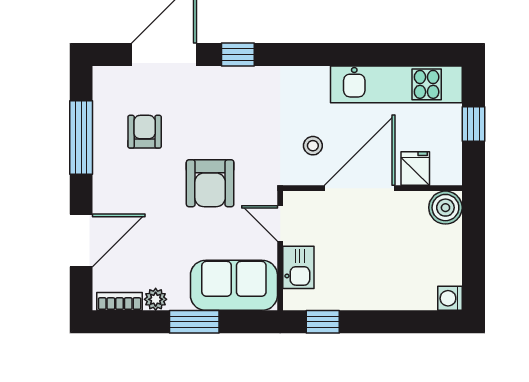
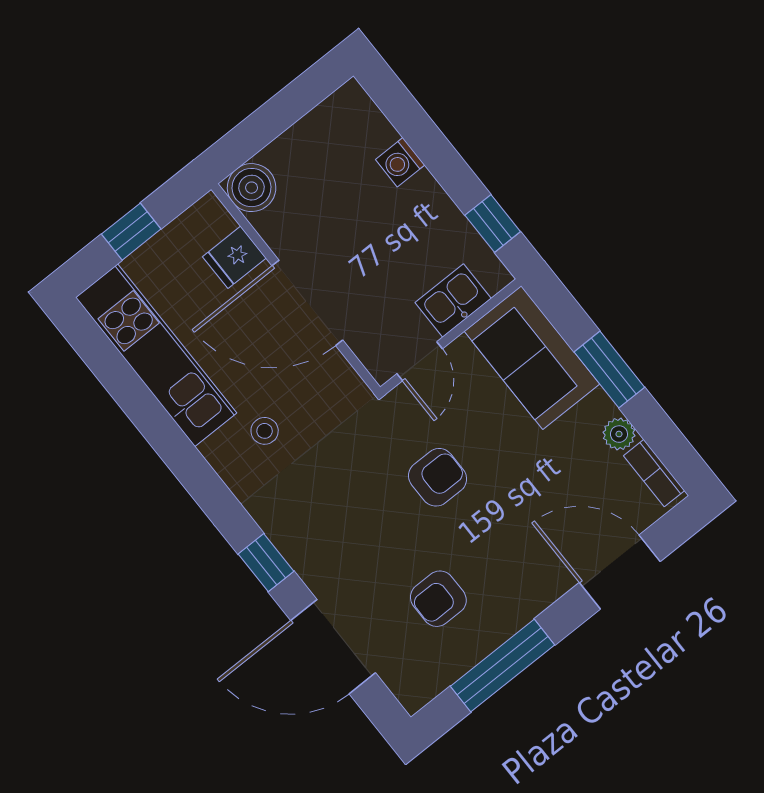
stool: (313, 146) -> (265, 431), moved
armchair: (210, 183) -> (438, 477), width x0.72, depth x0.72
washing machine: (450, 298) -> (400, 162), moved, turned 90

